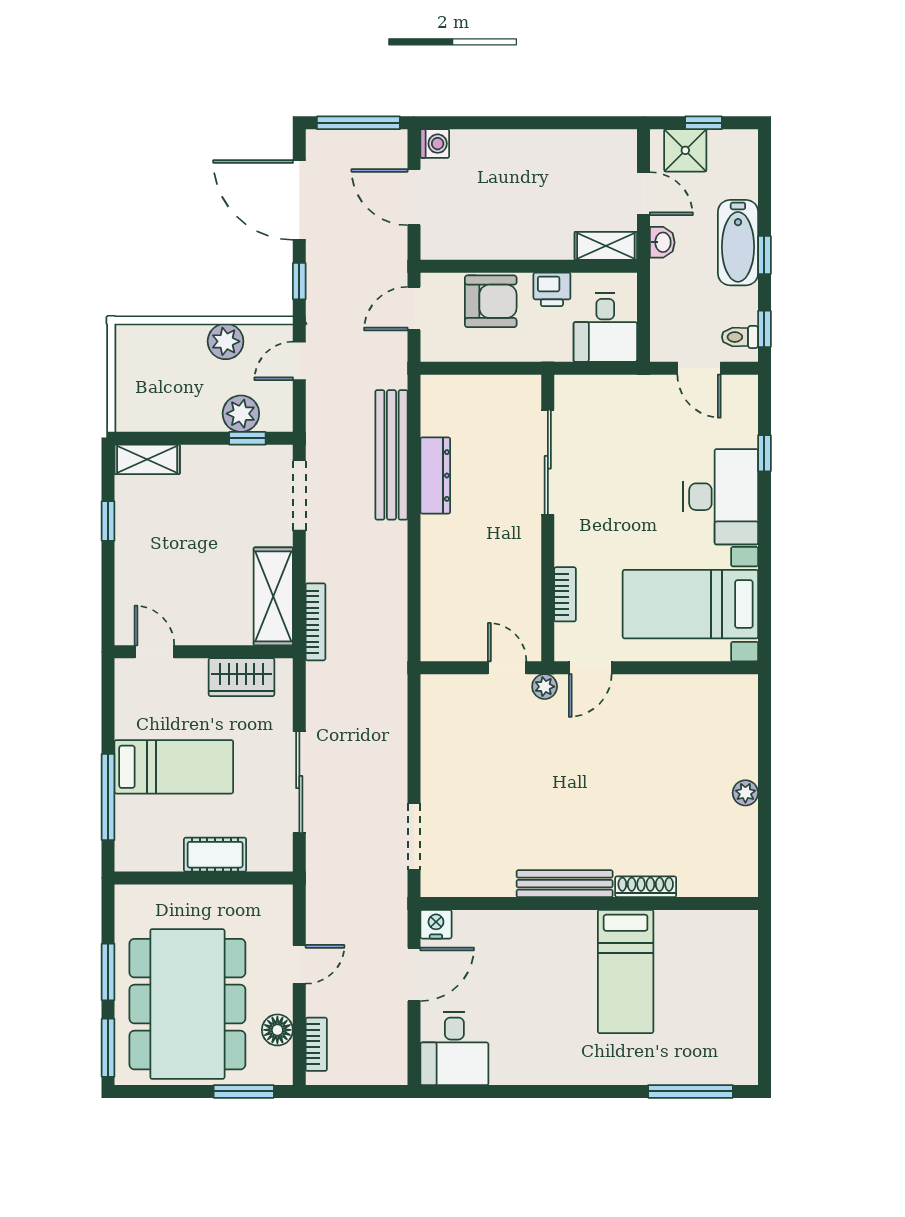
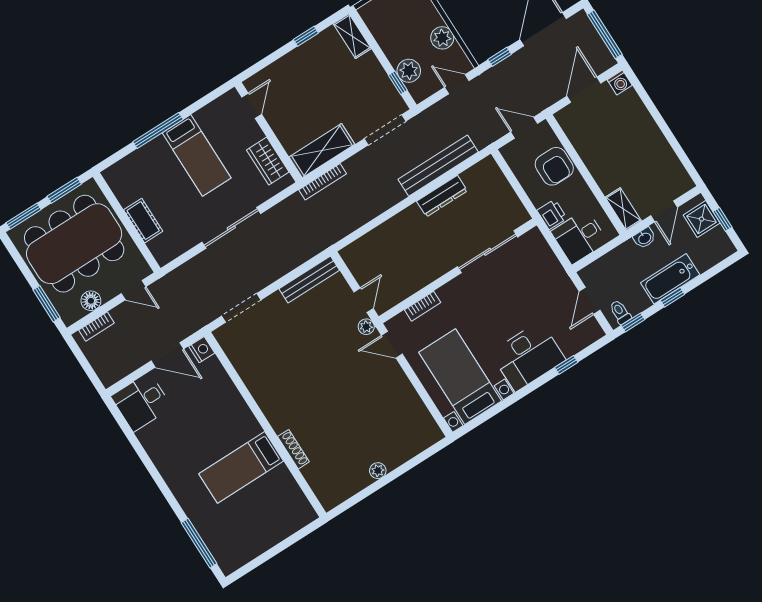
printer: (552, 289) -> (552, 214), moved, turned 180
cot: (215, 855) -> (143, 221), moved
wall: (204, 878) -> (127, 222), moved
bench: (565, 884) -> (309, 279), moved, turned 90

